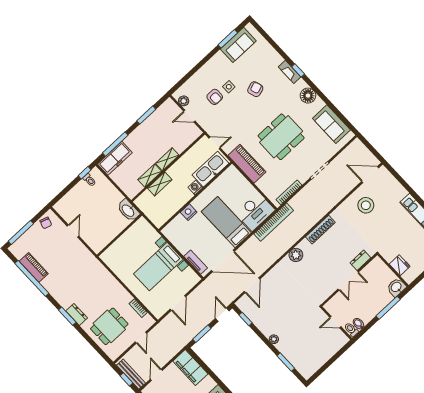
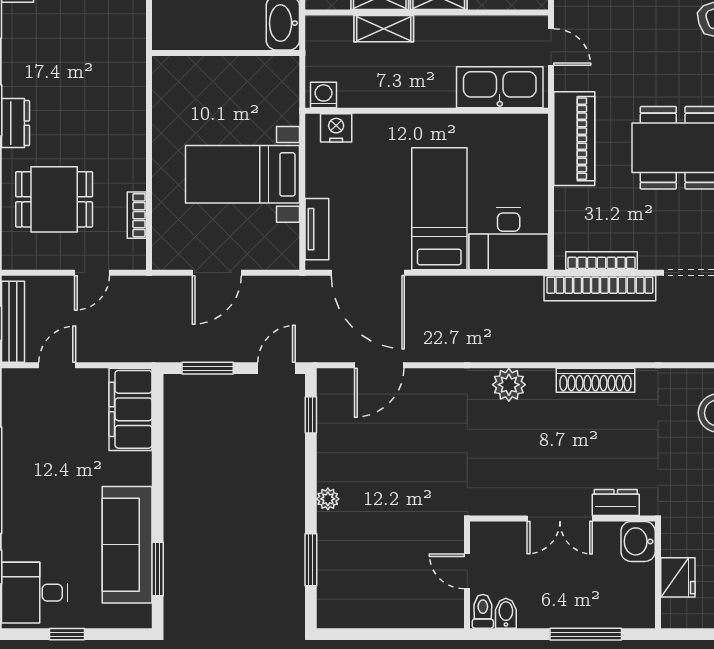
washing machine: (195, 188) -> (324, 95), moved
nightstand: (189, 212) -> (336, 128), moved
bookcase: (274, 222) -> (600, 288), moved
washbasin: (396, 287) -> (638, 541), moved, turned -90

